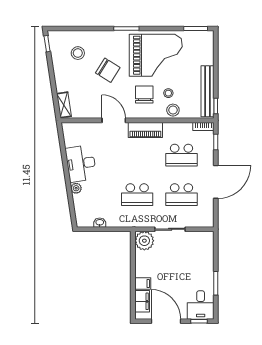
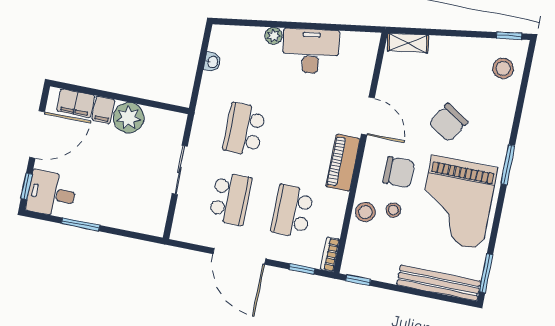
stool: (78, 53) -> (503, 68), moved
bench: (207, 91) -> (439, 283), moved
door: (114, 120) -> (368, 116), hinge flipped
school desk: (181, 195) -> (230, 199), turned 180
plant: (144, 241) -> (129, 118), moved

